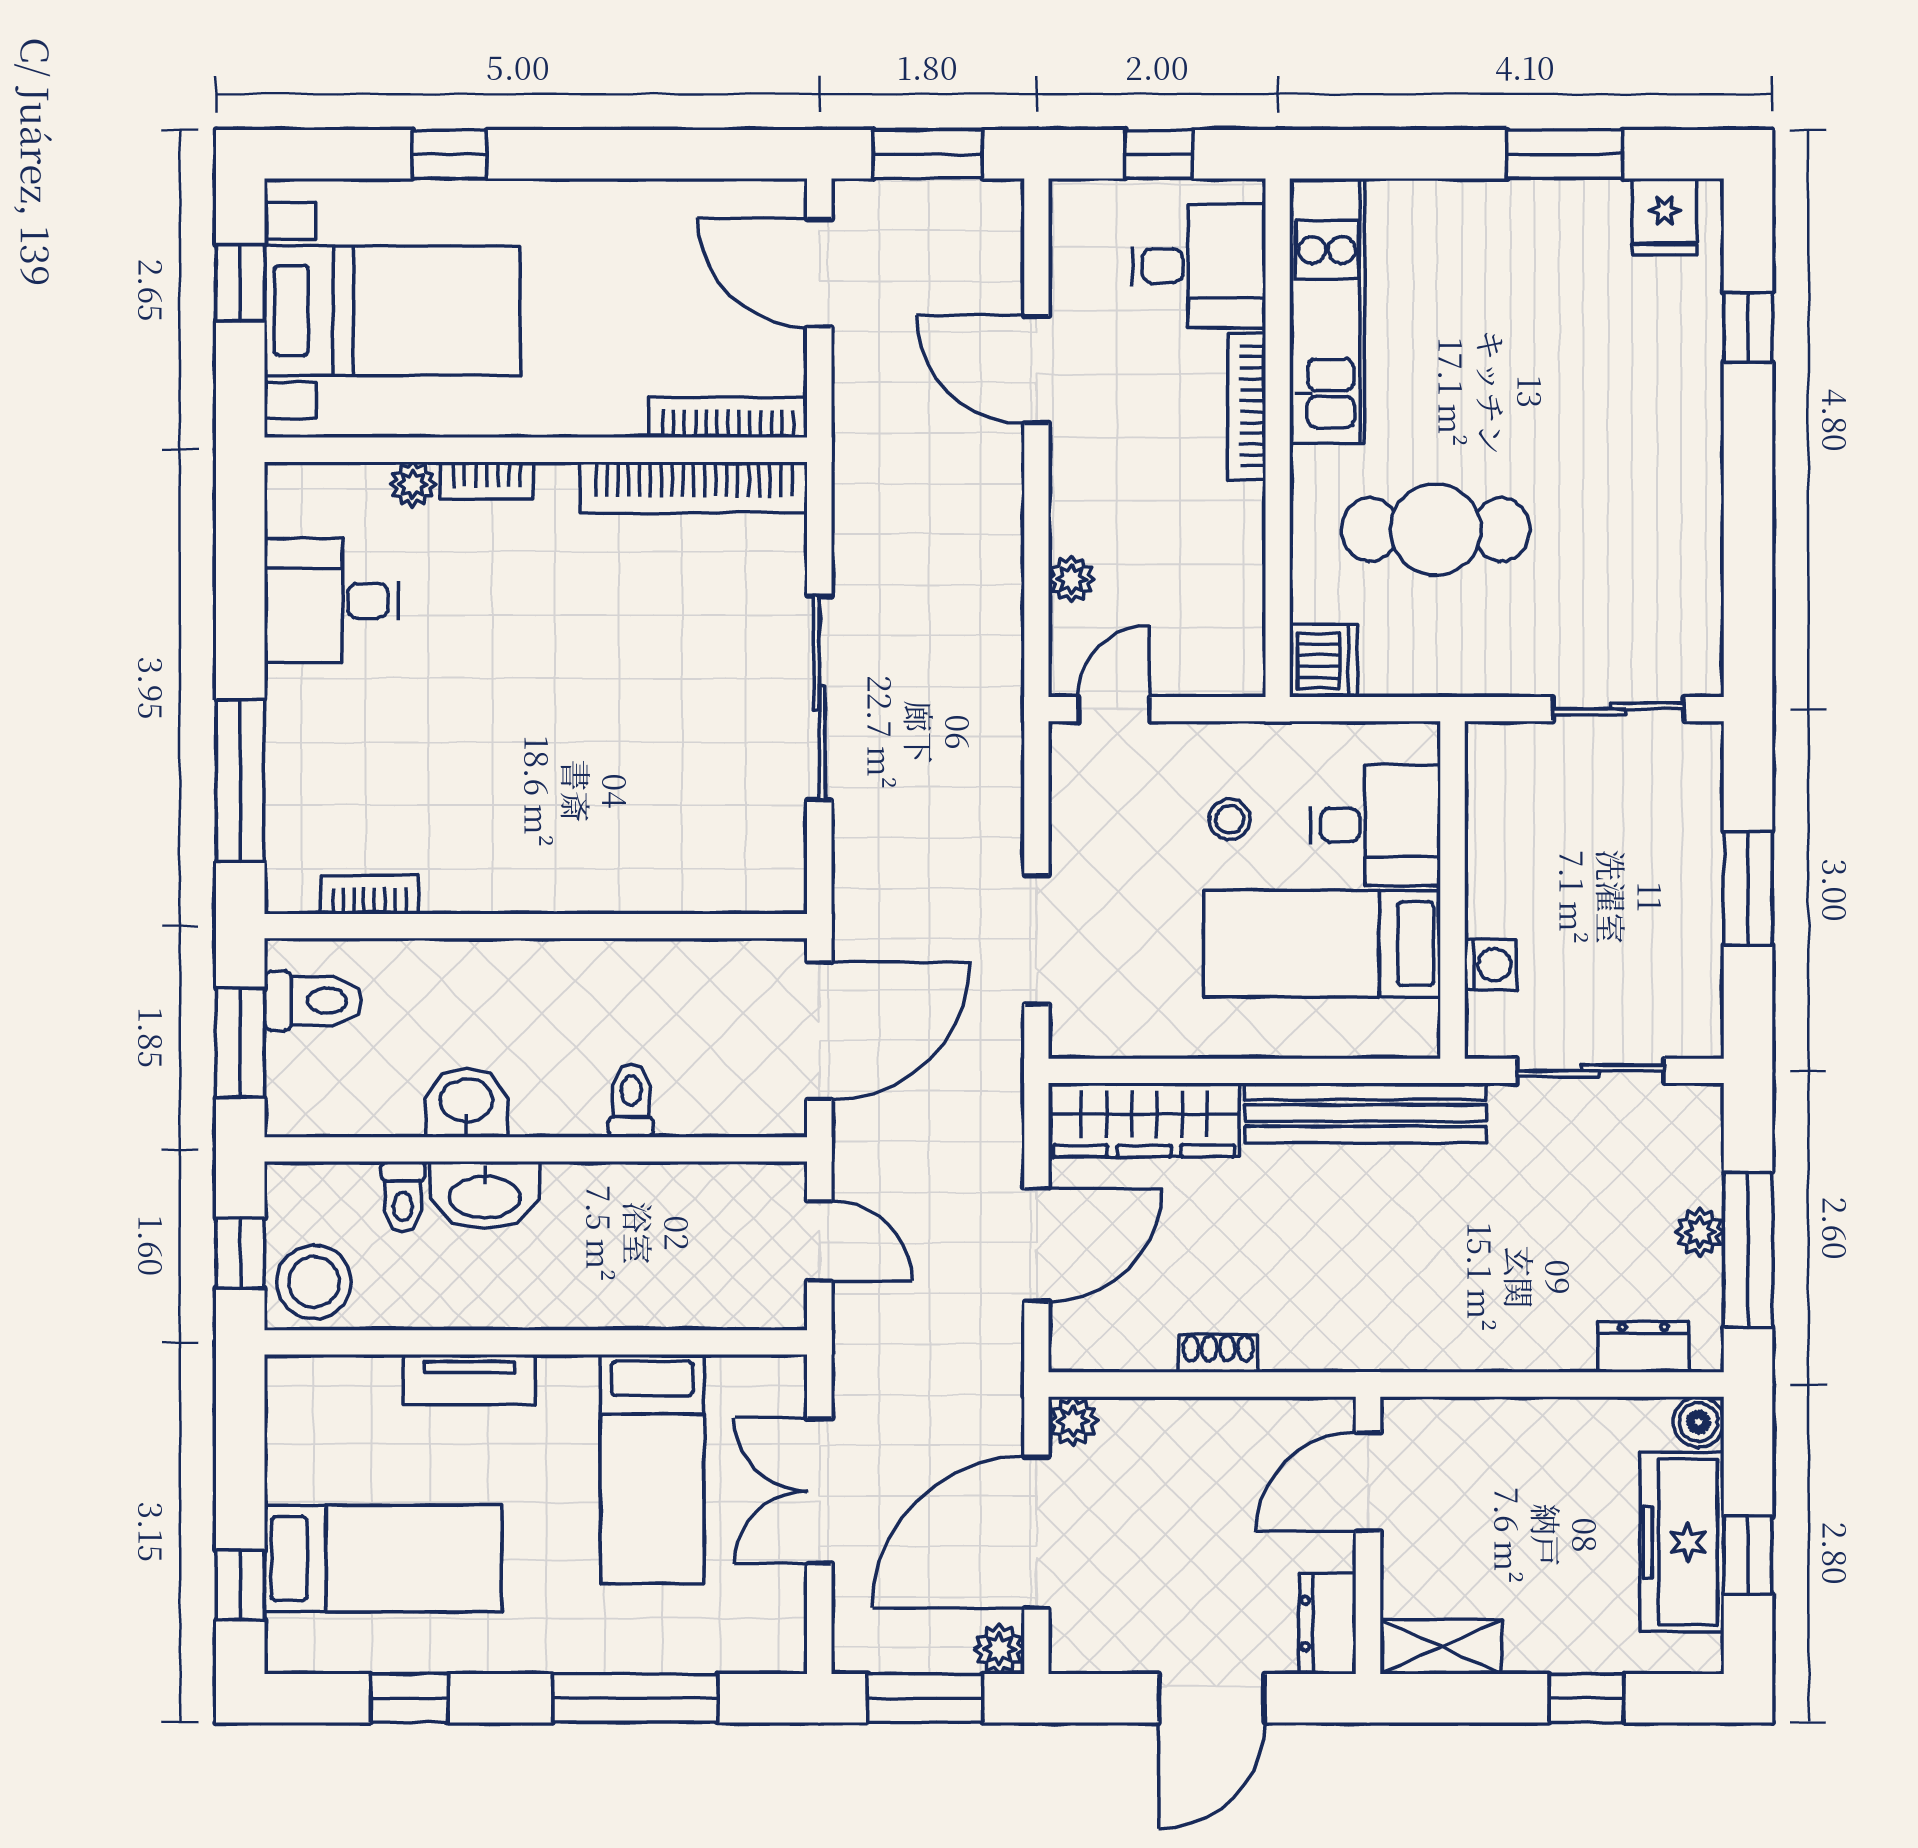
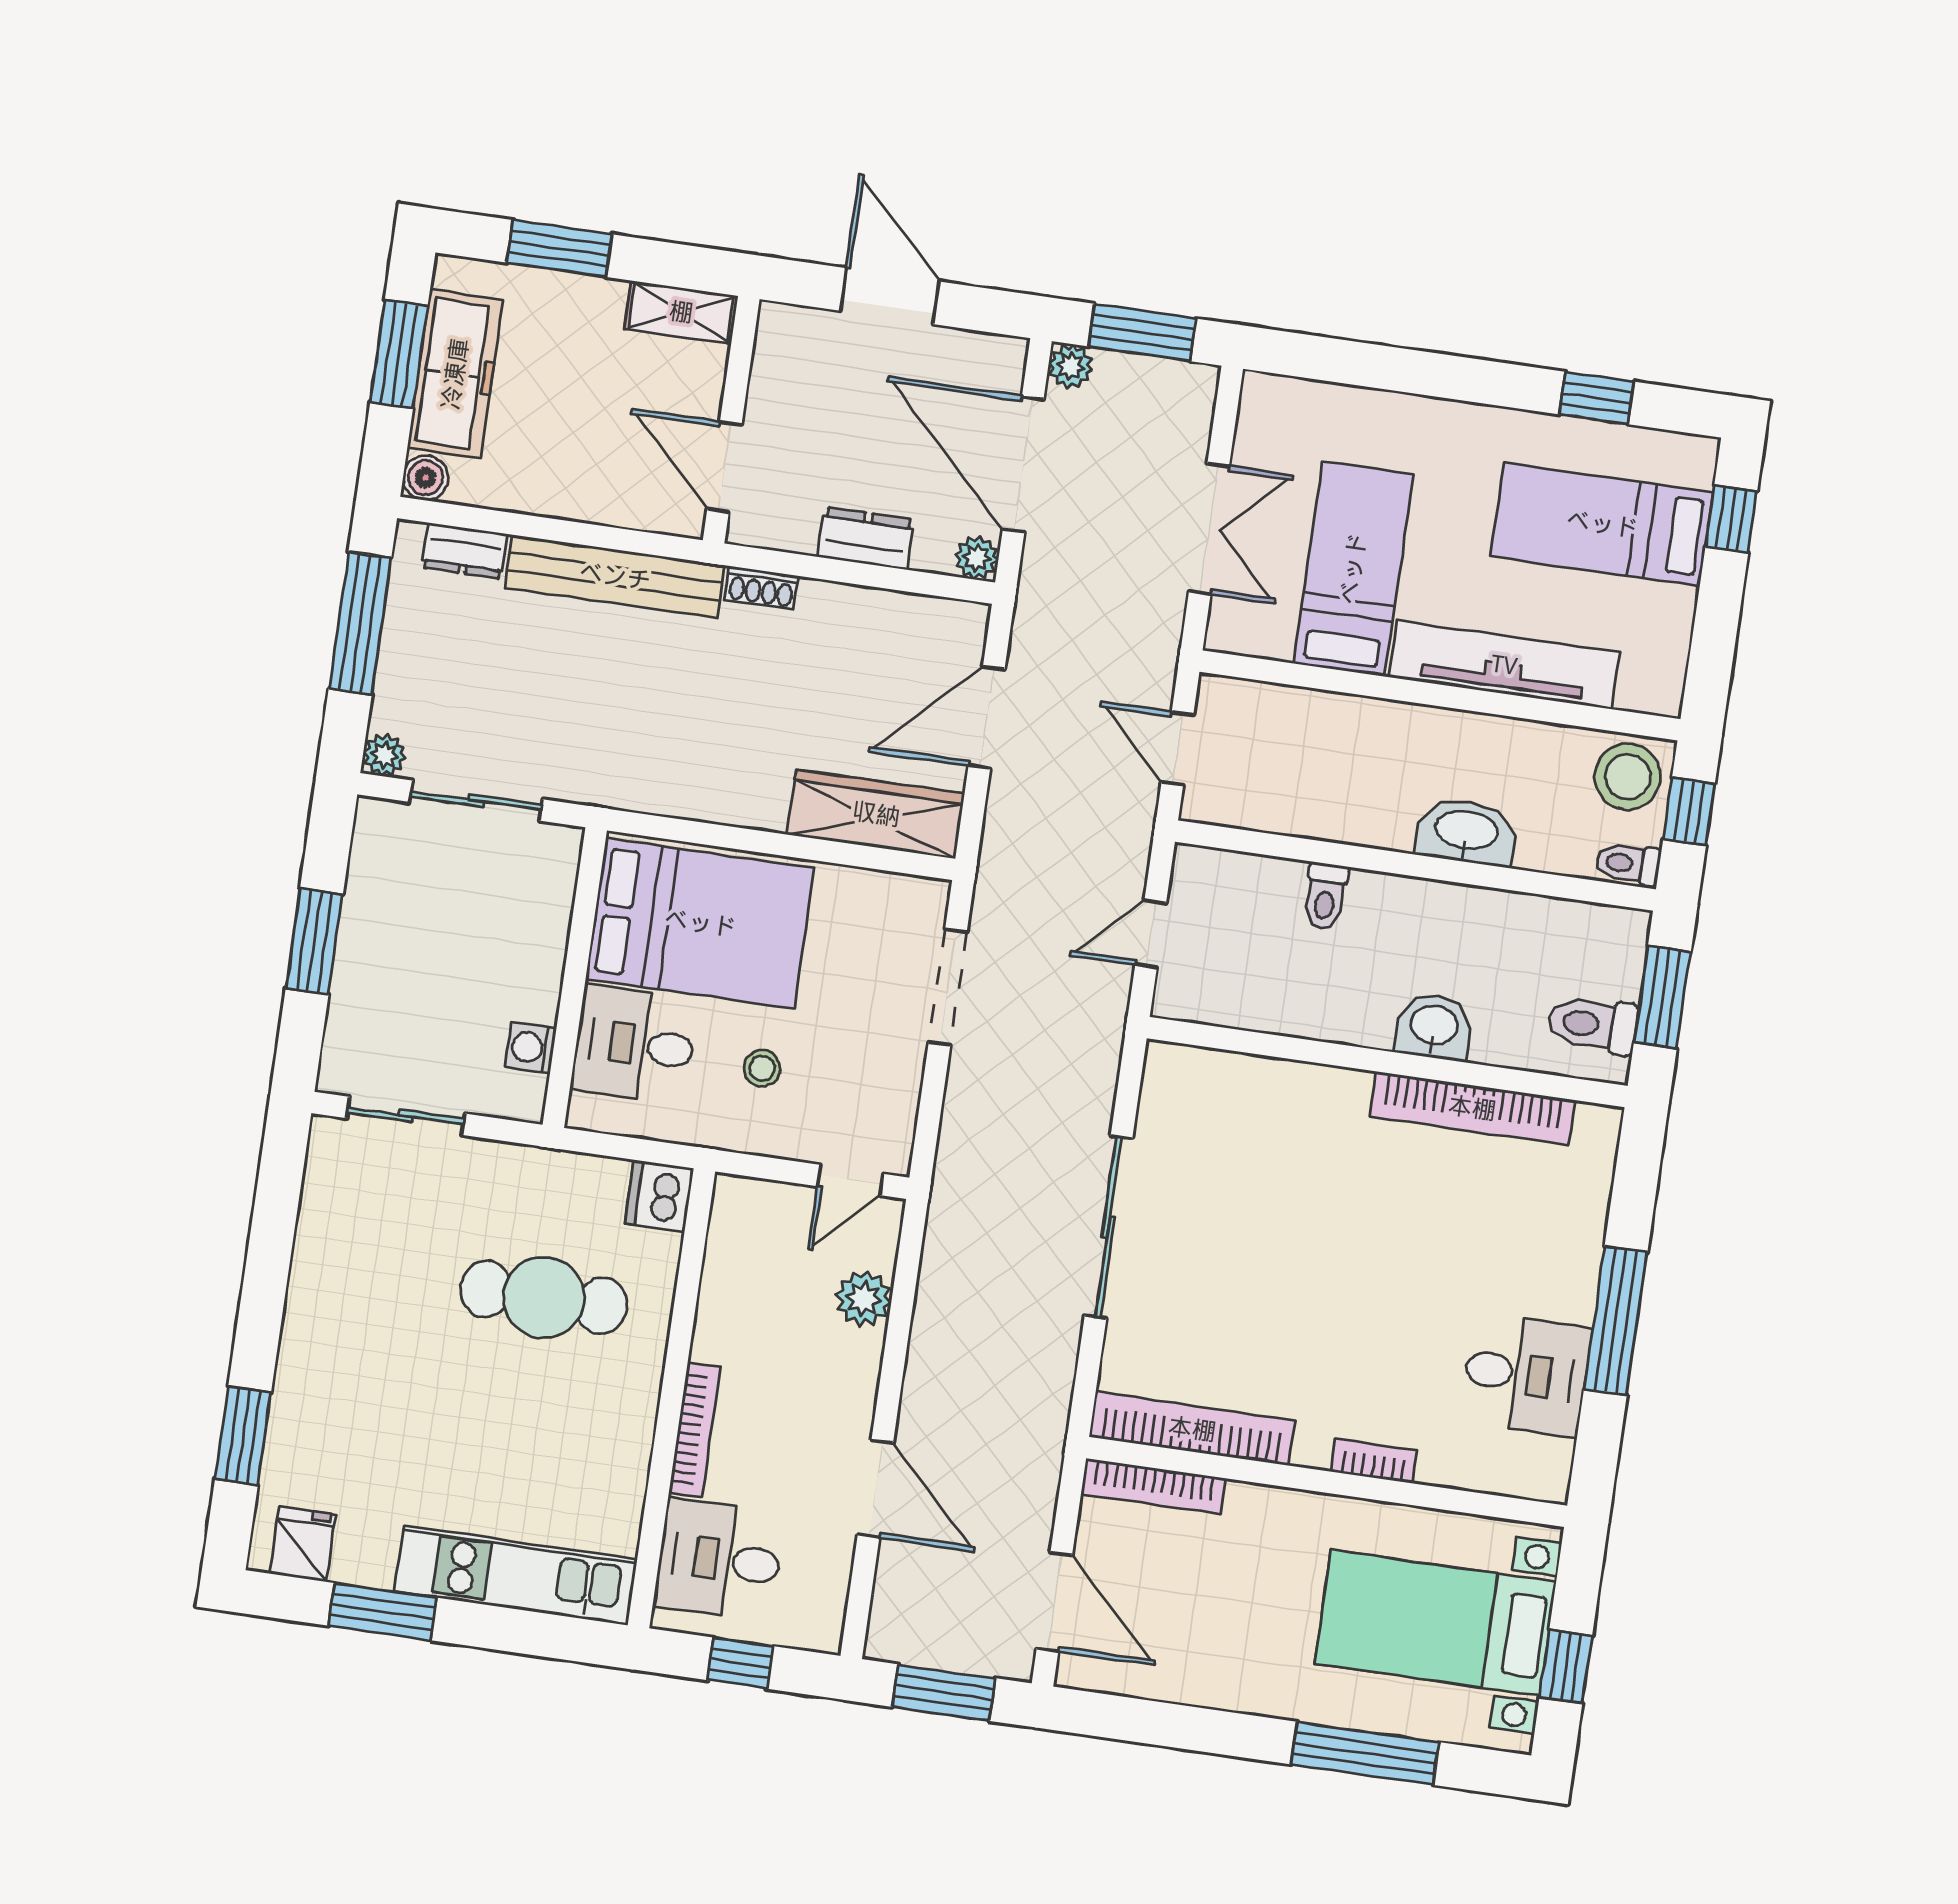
window: (449, 154) -> (1365, 1753), width x2.17
kitchen unit: (1327, 311) -> (516, 1576), moved, turned 90
window: (1748, 327) -> (243, 1436), width x1.50
plant: (413, 484) -> (1439, 1467), removed
plant: (1071, 579) -> (864, 1299), width x1.38, depth x1.38
window: (240, 780) -> (1616, 1321), moved
bookcase: (369, 895) -> (1472, 1108), width x2.31, depth x1.31
bed: (1322, 944) -> (700, 923), width x1.50
washing machine: (1490, 965) -> (531, 1047), moved
door: (819, 1031) -> (1151, 934), width x0.53
washbasin: (466, 1103) -> (1434, 1027), moved, turned 180
bench: (1365, 1113) -> (615, 576), moved
toilet: (403, 1197) -> (1628, 864), moved, turned -90
plant: (1700, 1232) -> (384, 755), moved
shoe rack: (1218, 1353) -> (761, 588), moved
tv unit: (469, 1380) -> (1504, 665), width x1.92, depth x1.29
door: (1368, 1482) -> (724, 467), swing flipped
door: (1036, 1532) -> (1023, 464), swing flipped
window: (1748, 1555) -> (399, 354), width x1.50
dresser: (1328, 1623) -> (866, 538), moved, turned -90
window: (635, 1698) -> (1398, 369), removed
door: (1212, 1698) -> (890, 296), hinge flipped
window: (1586, 1698) -> (559, 249), width x1.50

